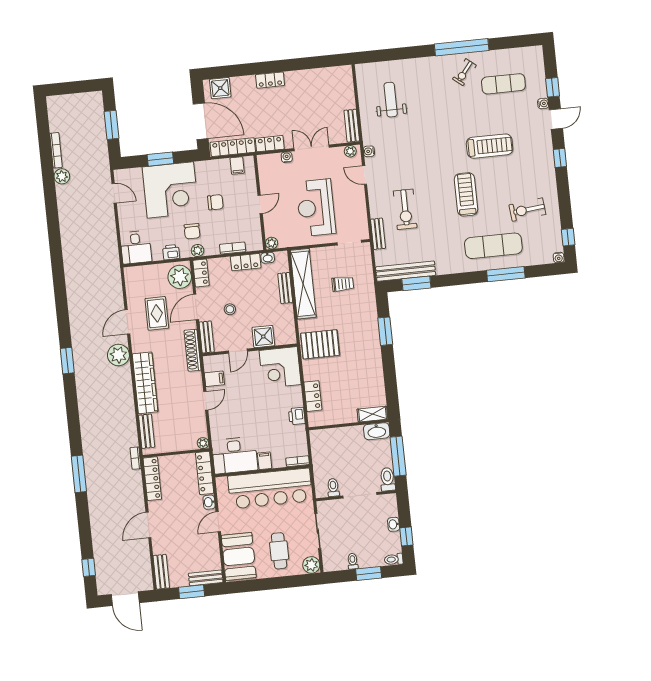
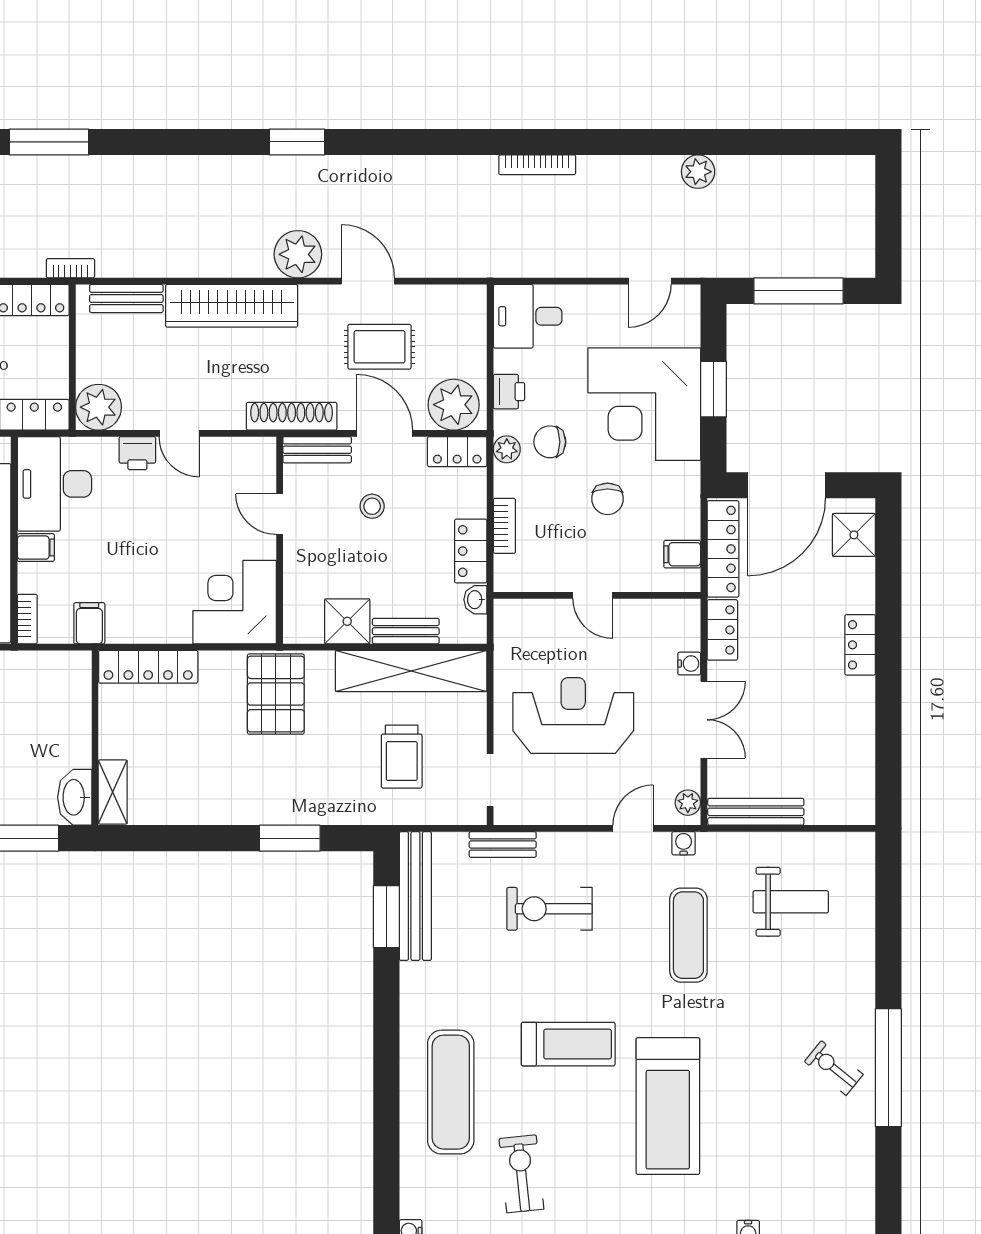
exercise mat: (503, 84) -> (688, 935), moved
window: (112, 125) -> (799, 291), width x1.44
bench: (352, 126) -> (756, 812), width x1.36
treadmill: (490, 146) -> (668, 1106), width x1.37, depth x1.38
bookcase: (56, 150) -> (537, 165), moved
plant: (272, 243) -> (506, 612), removed
window: (506, 274) -> (386, 1113), removed
trolley: (343, 284) -> (402, 757), width x1.36, depth x1.39
shower: (263, 337) -> (347, 621), moved
filing cabinet: (214, 379) -> (89, 623), moved, turned 180
locker: (313, 396) -> (148, 667), width x1.53
printer: (297, 416) -> (137, 453), moved, turned 180
plant: (203, 443) -> (99, 407), width x1.88, depth x1.88

